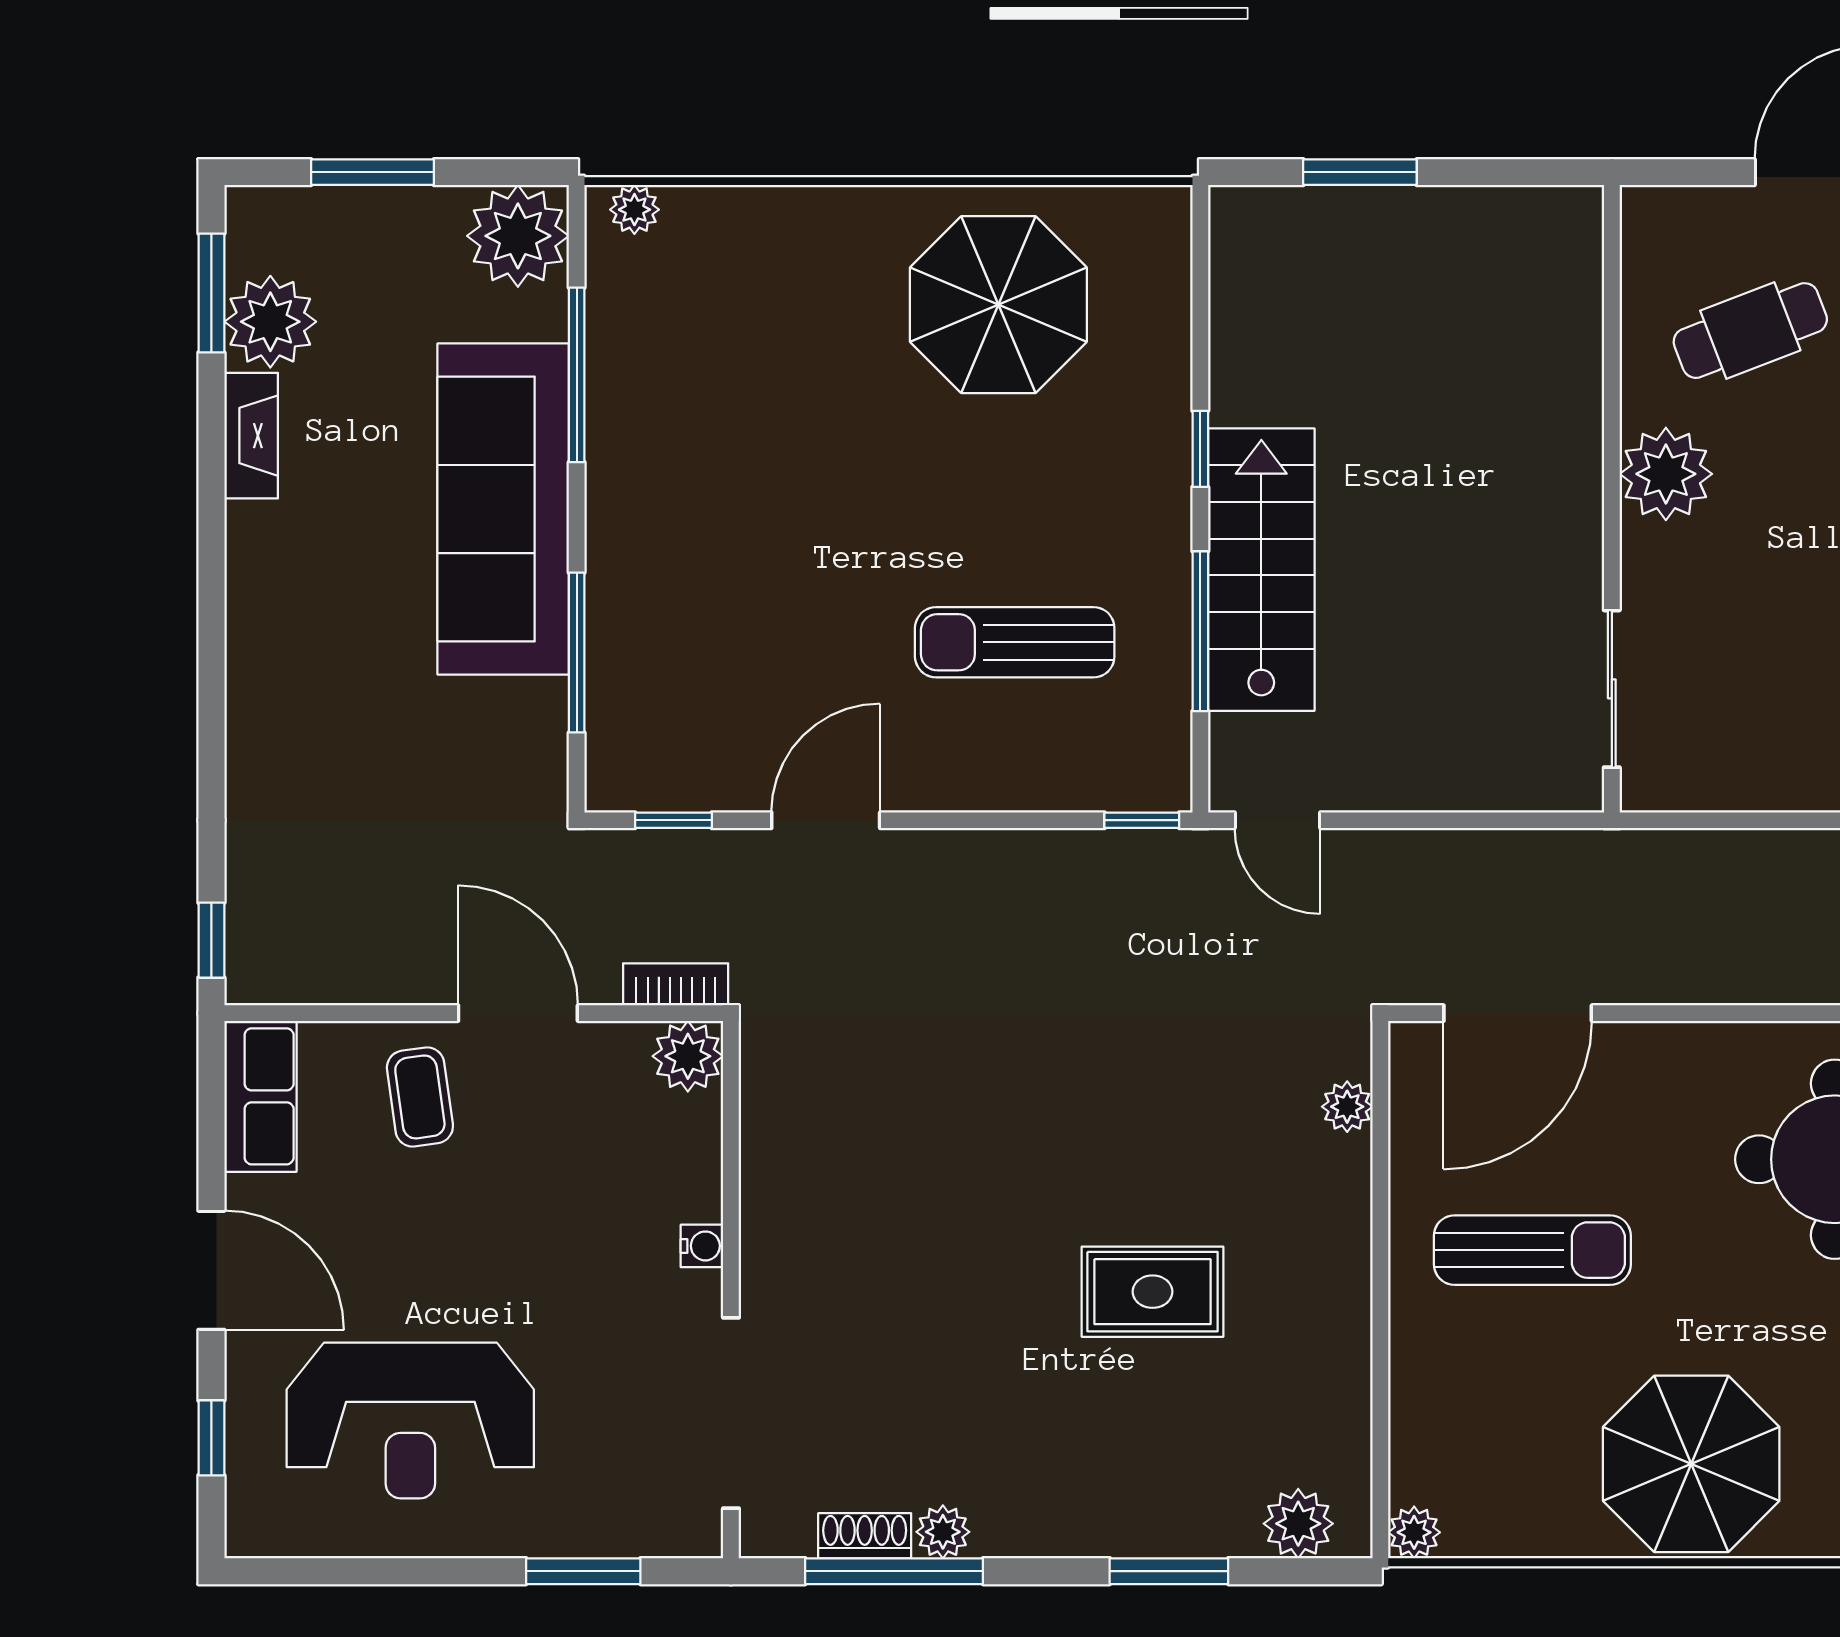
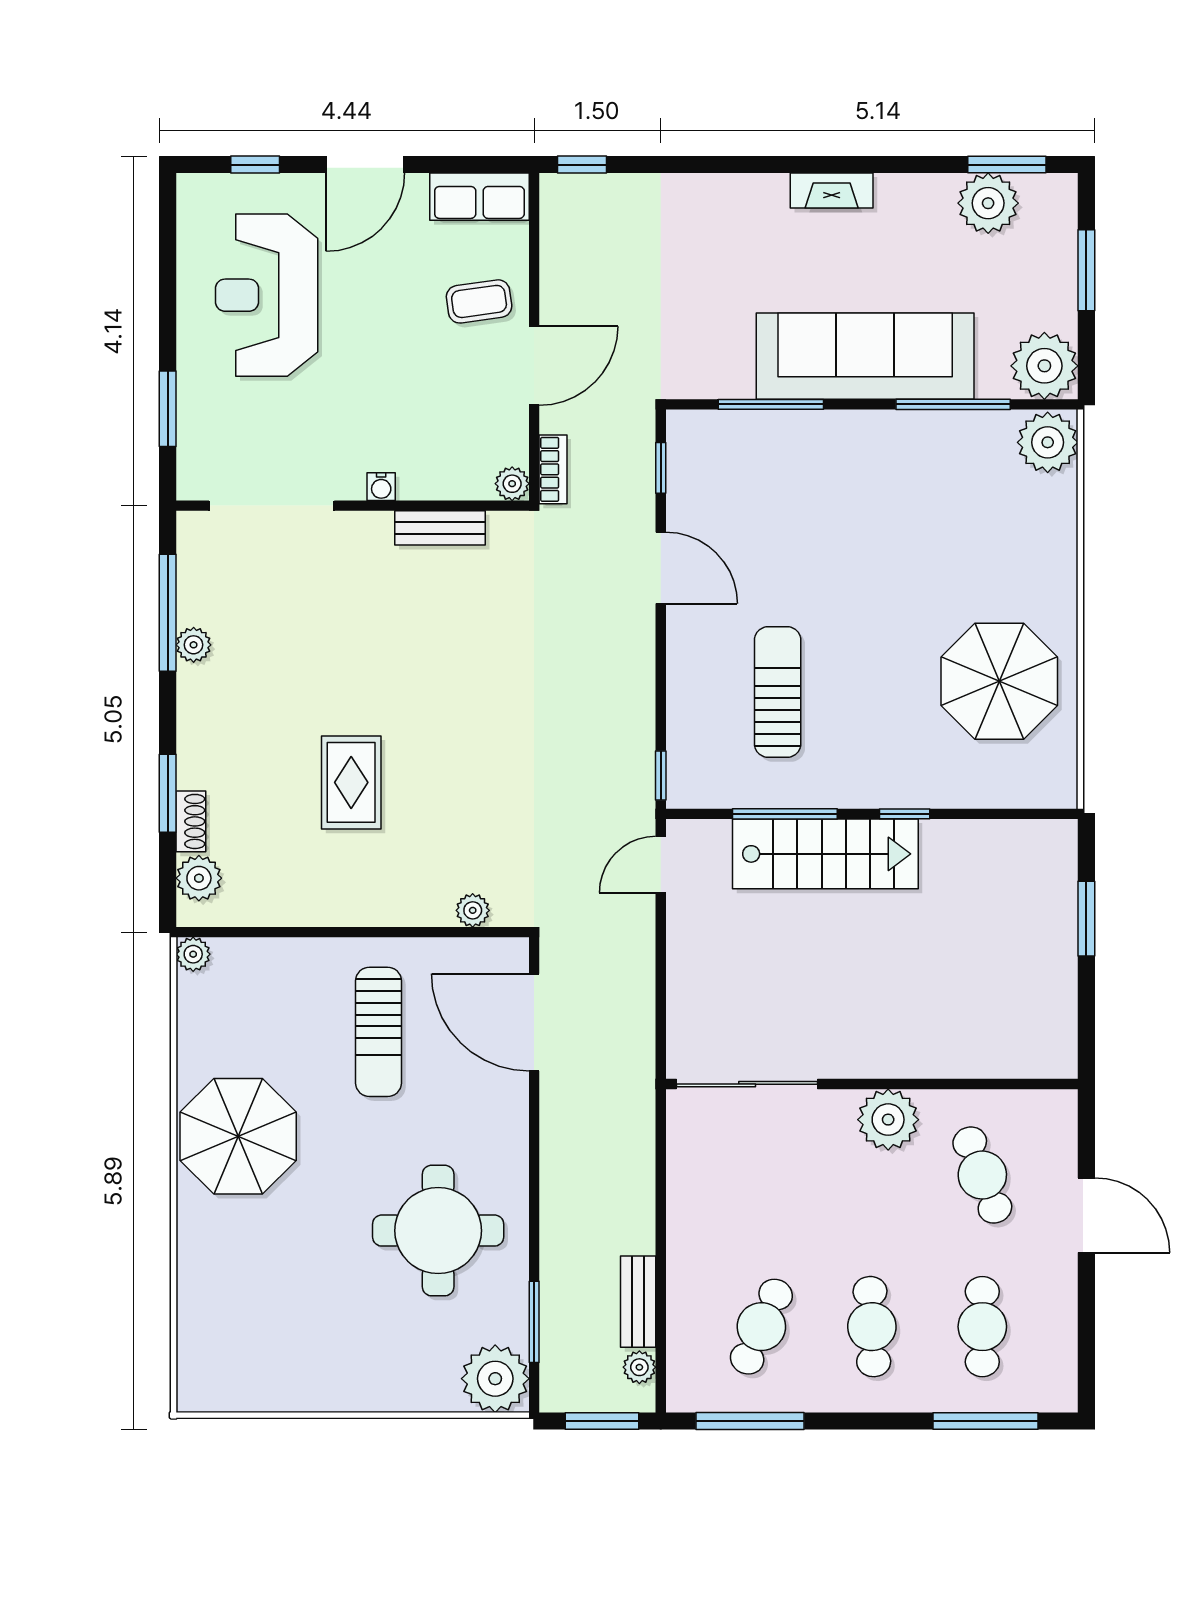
plant: (634, 210) -> (1048, 442), width x1.88, depth x1.88
fireplace: (251, 436) -> (832, 191), moved
sliding door: (1612, 689) -> (747, 1084), width x1.37
plant: (688, 1056) -> (512, 484), width x0.73, depth x0.73
bench: (765, 1156) -> (440, 528), added
shoe rack: (865, 1536) -> (191, 821), moved

